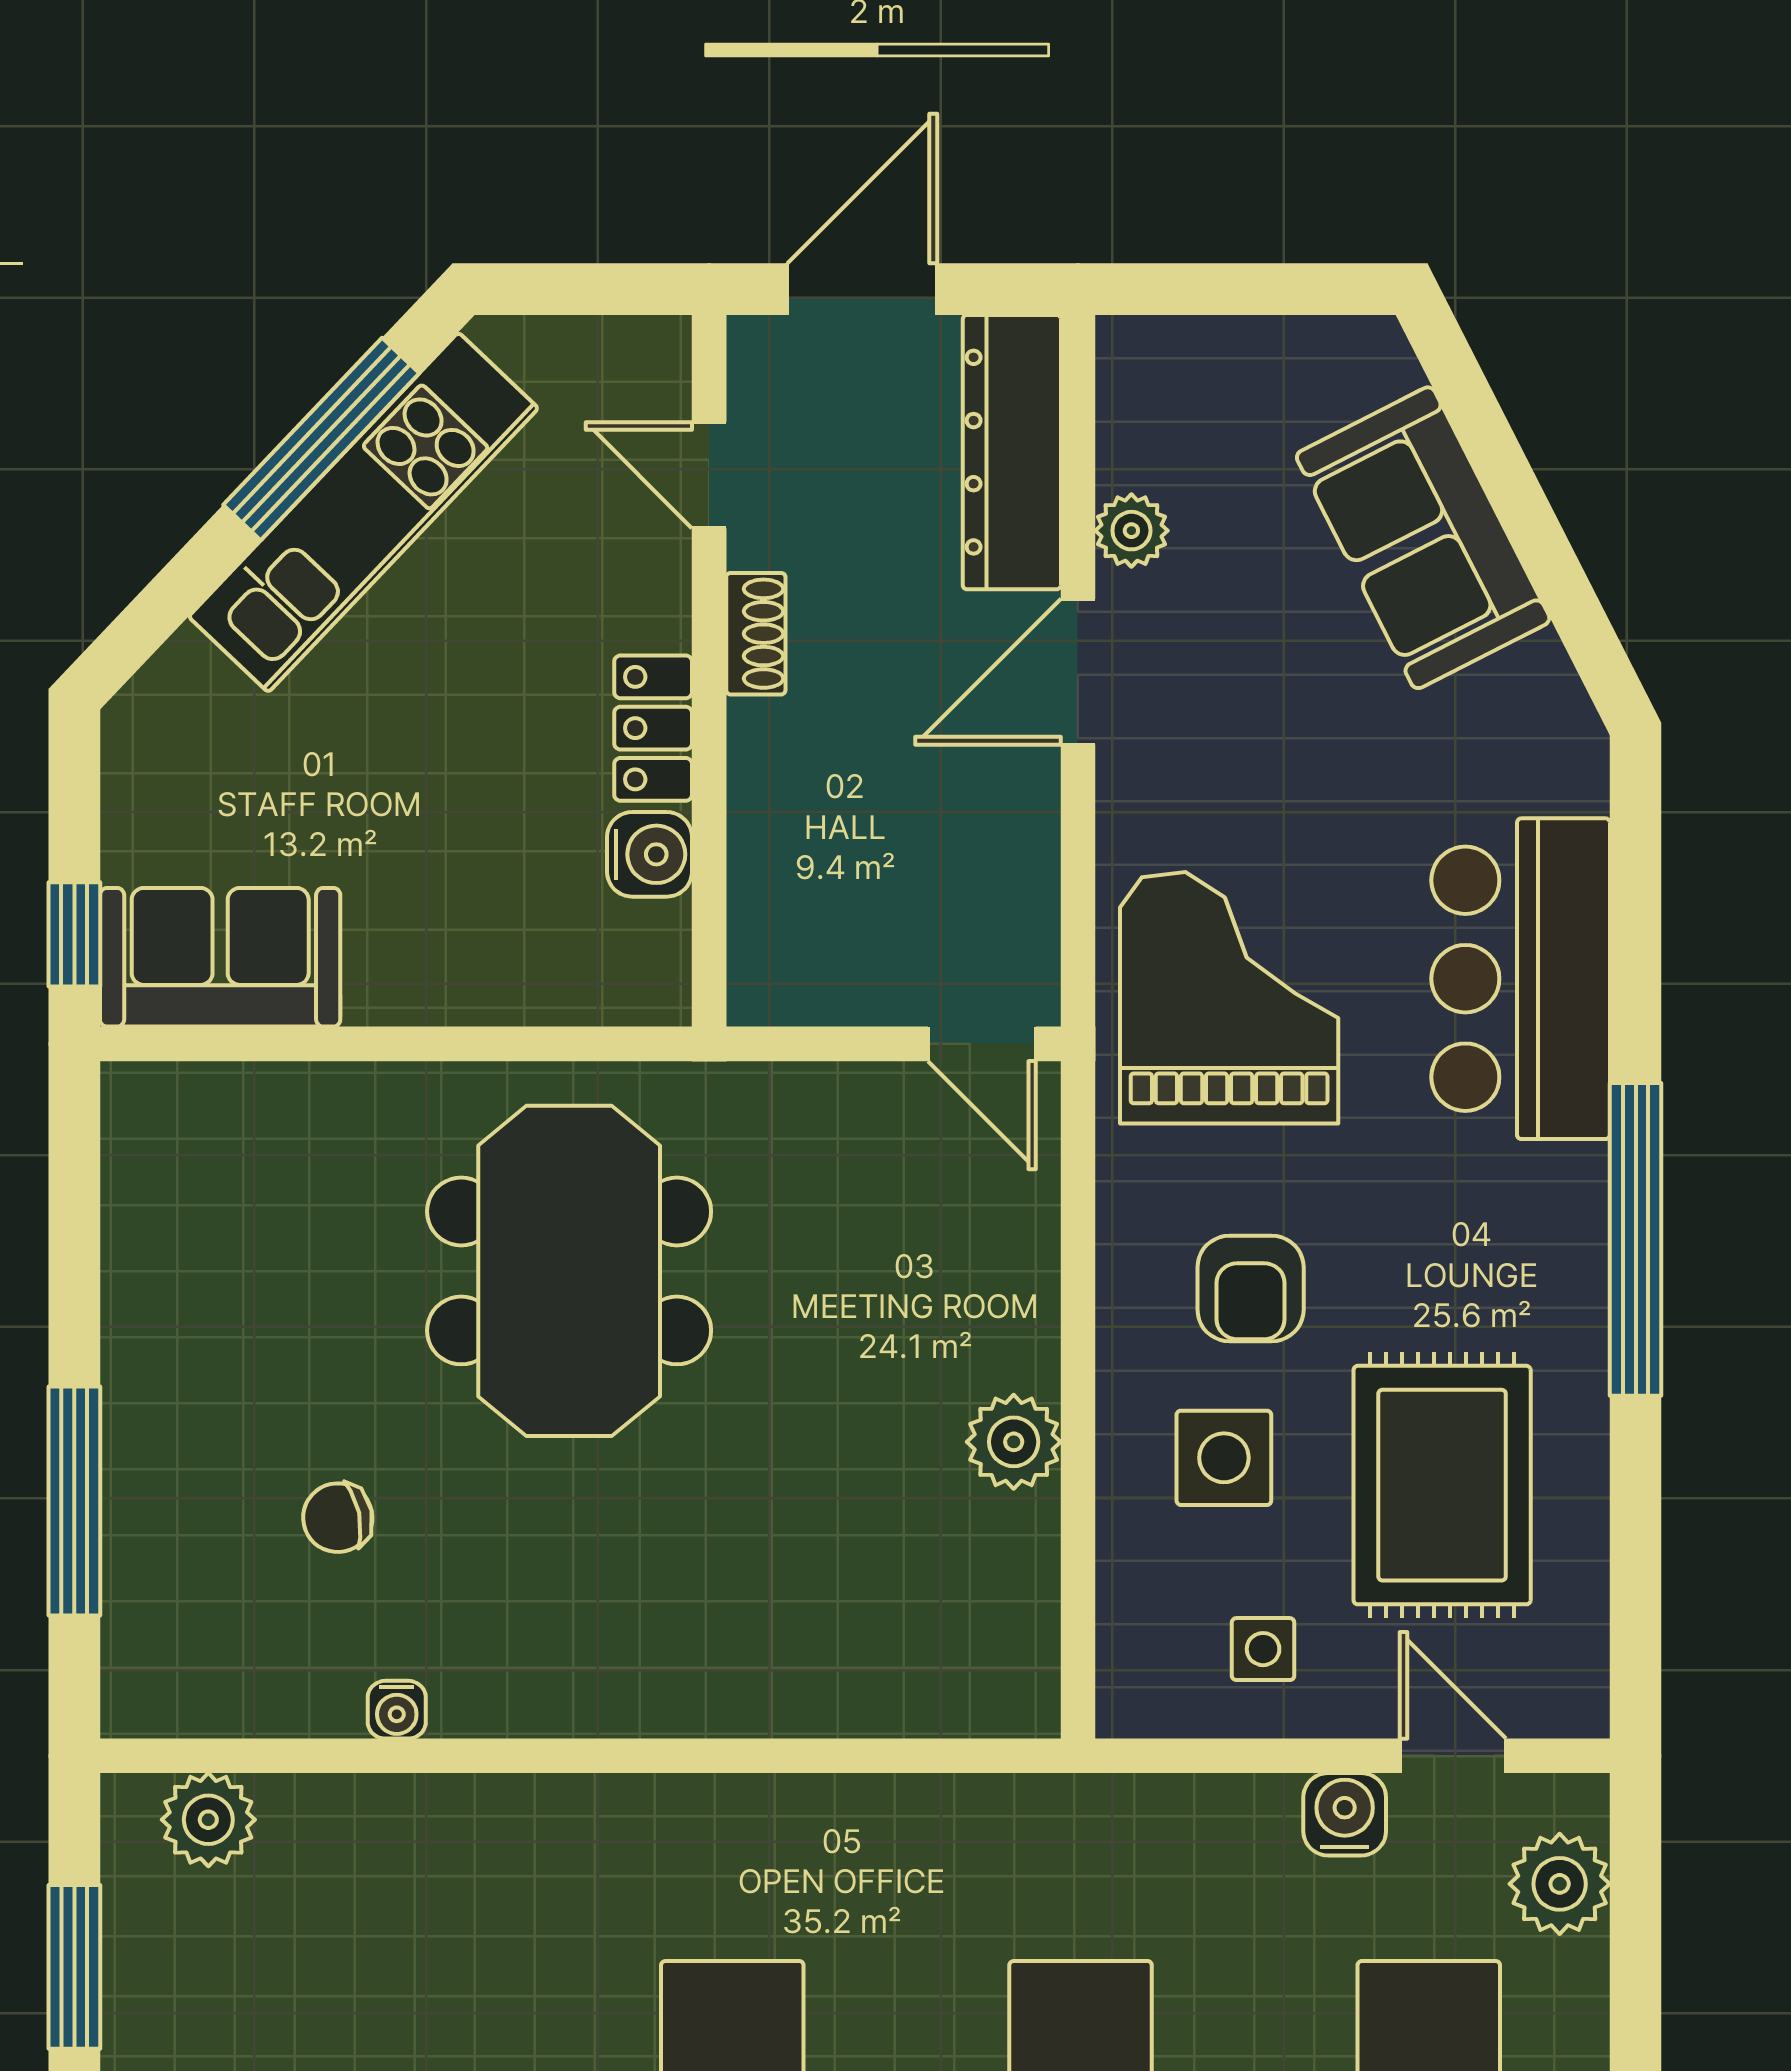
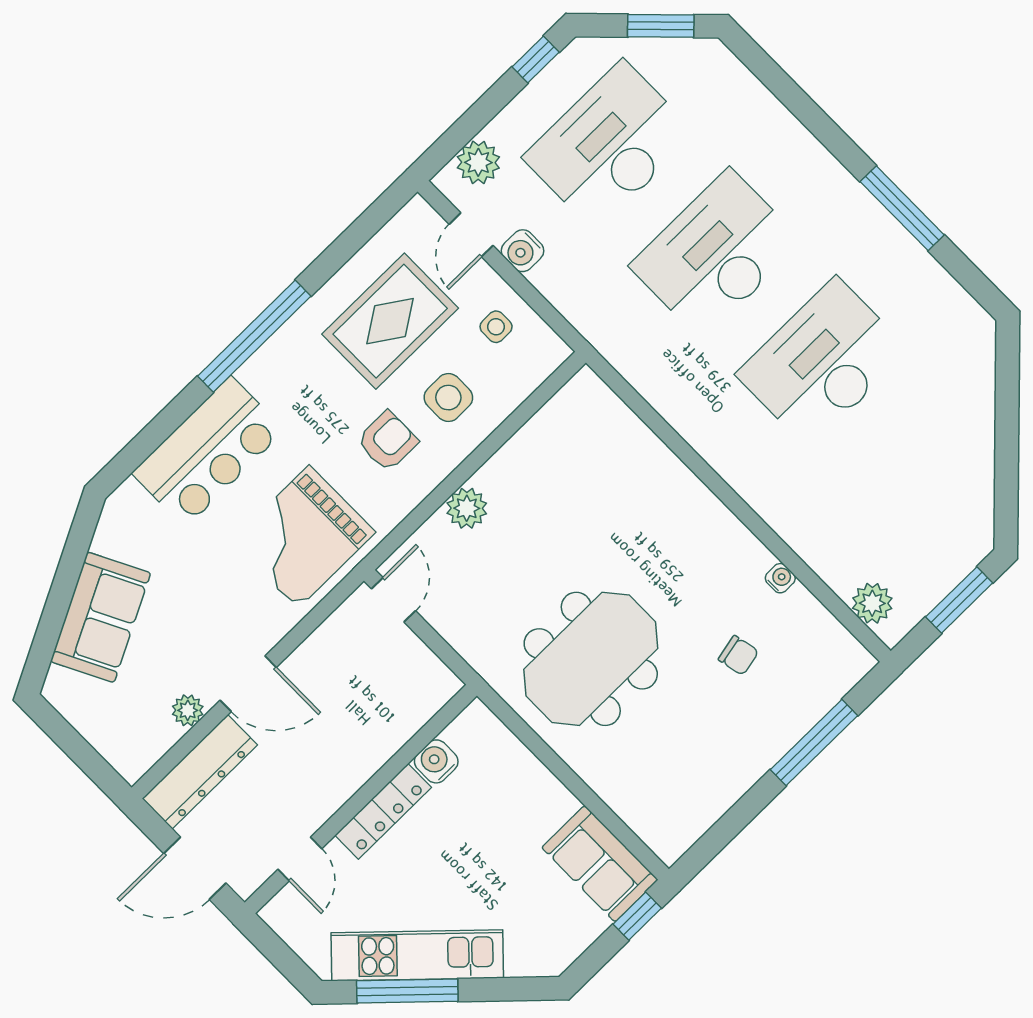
shoe rack: (756, 634) -> (335, 796), removed
locker: (653, 728) -> (383, 811), width x1.53
plant: (1014, 1442) -> (467, 508), moved

